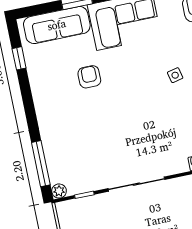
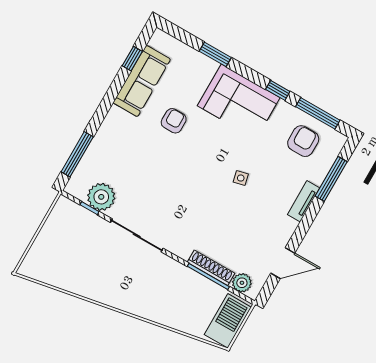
sofa: (57, 25) -> (142, 81), moved, turned -90
plant: (59, 191) -> (101, 197), moved, width x1.88, depth x1.88

